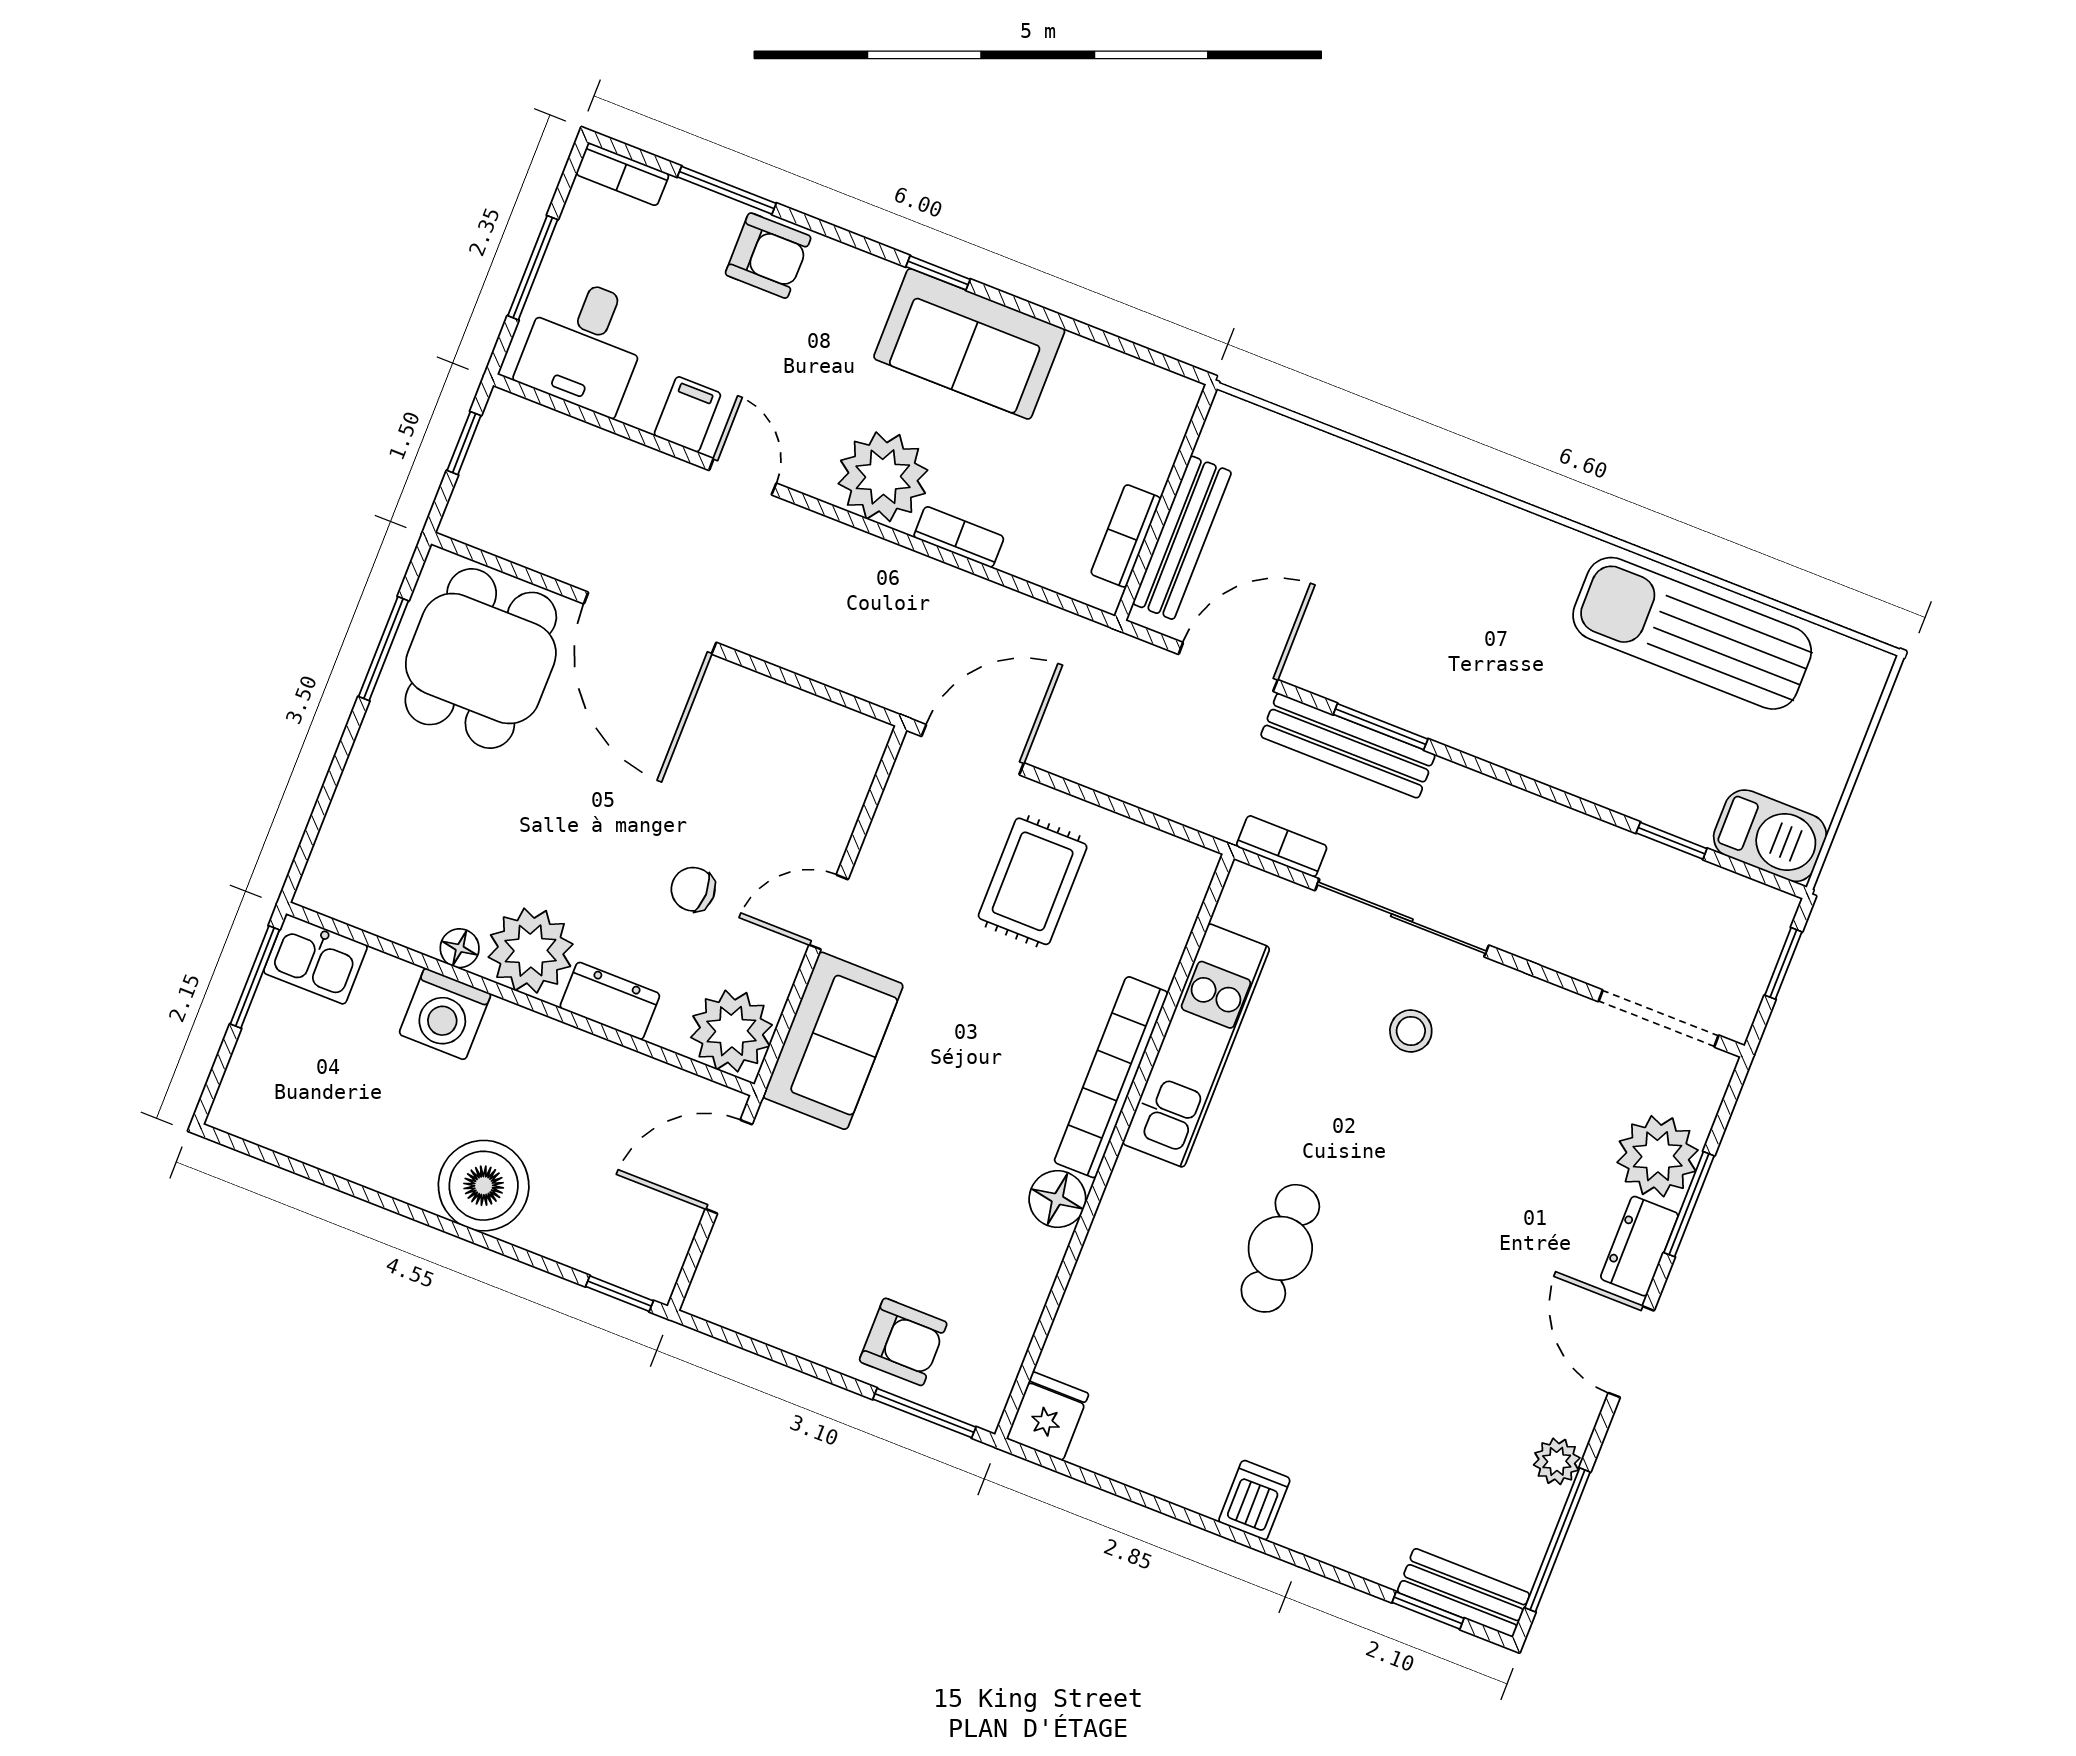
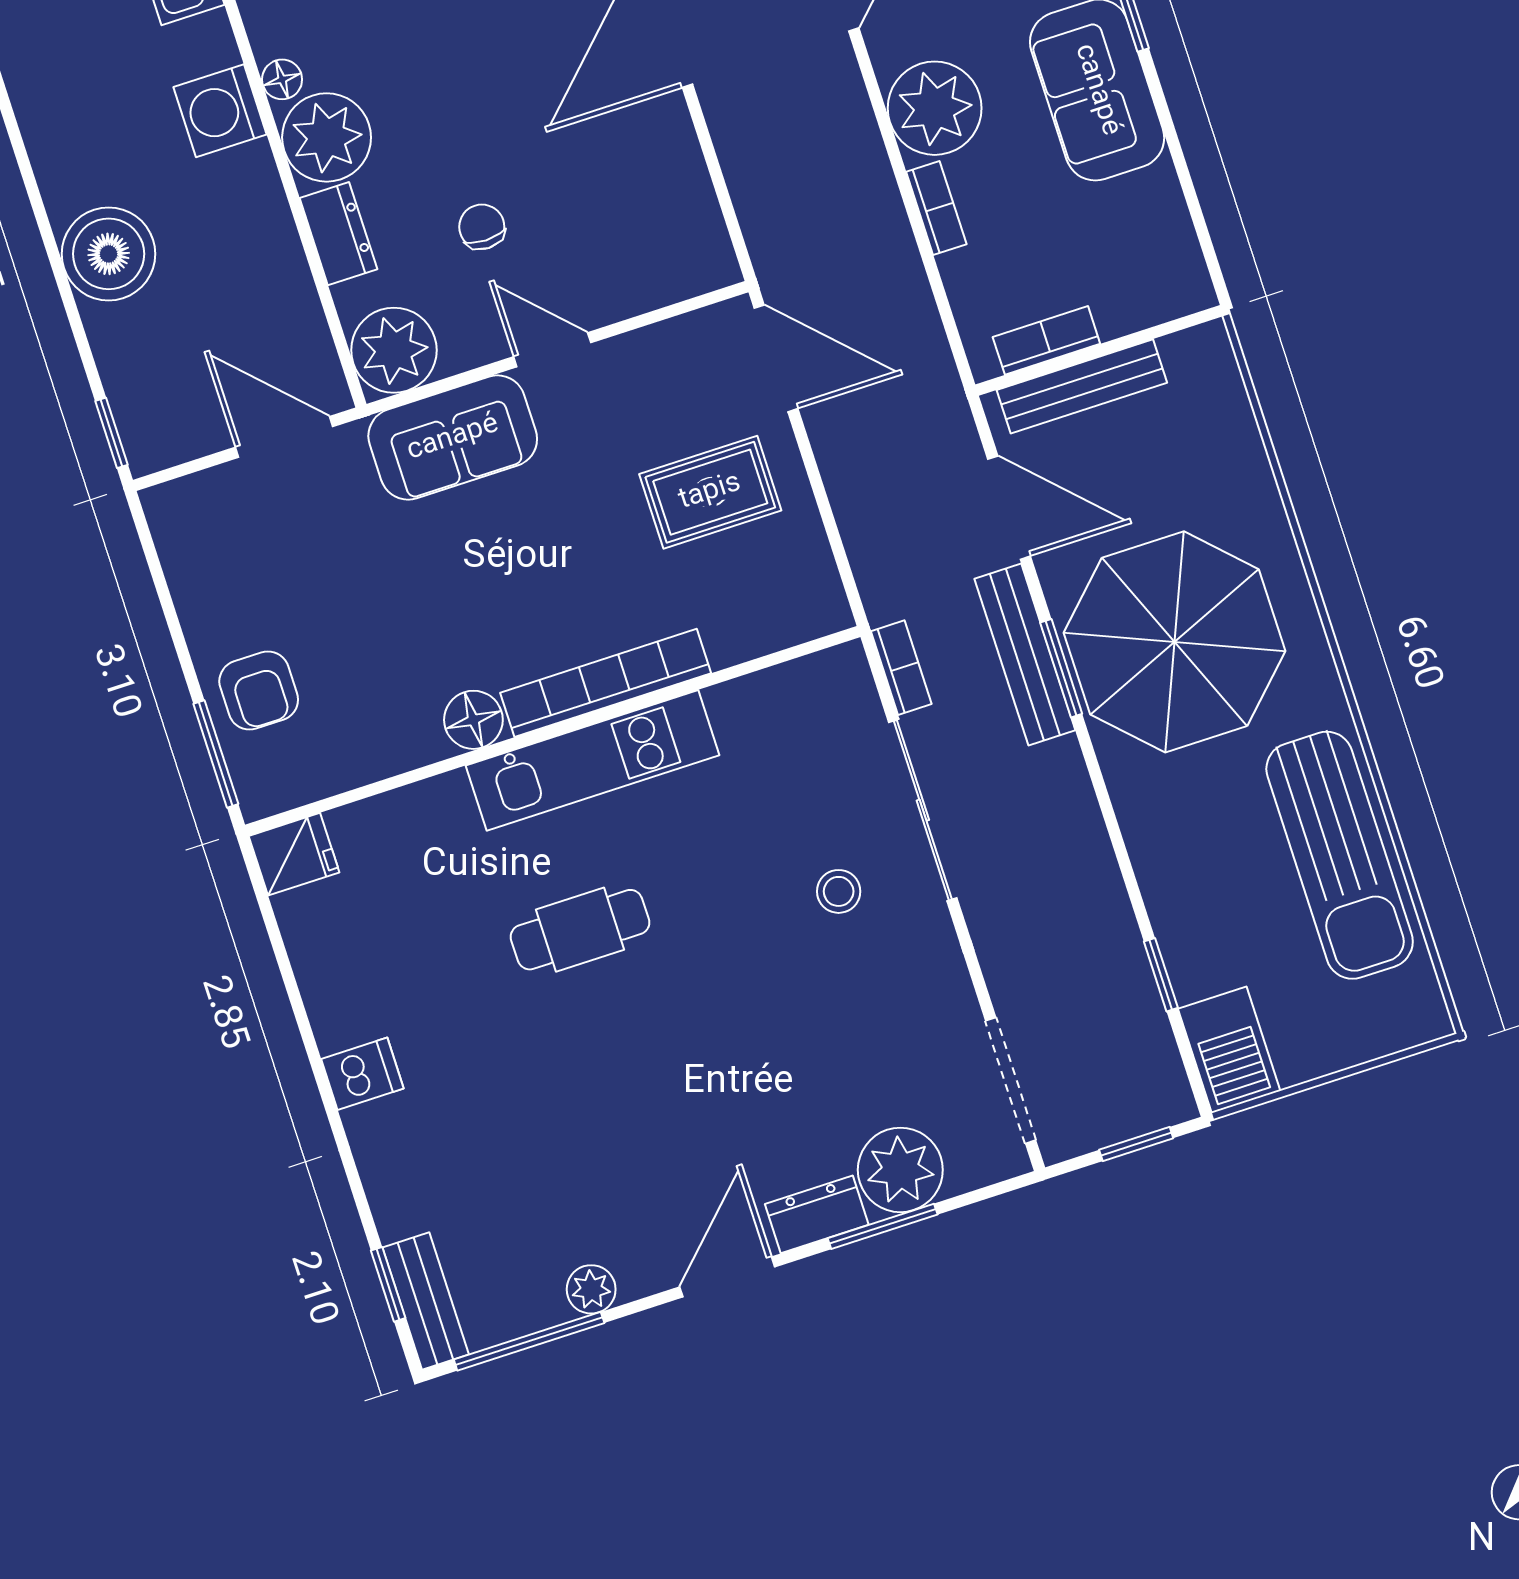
parasol: (1431, 626) -> (1175, 642), added
sun lounger: (1692, 633) -> (1340, 855), turned 180
kitchen unit: (1196, 1045) -> (592, 760), moved

